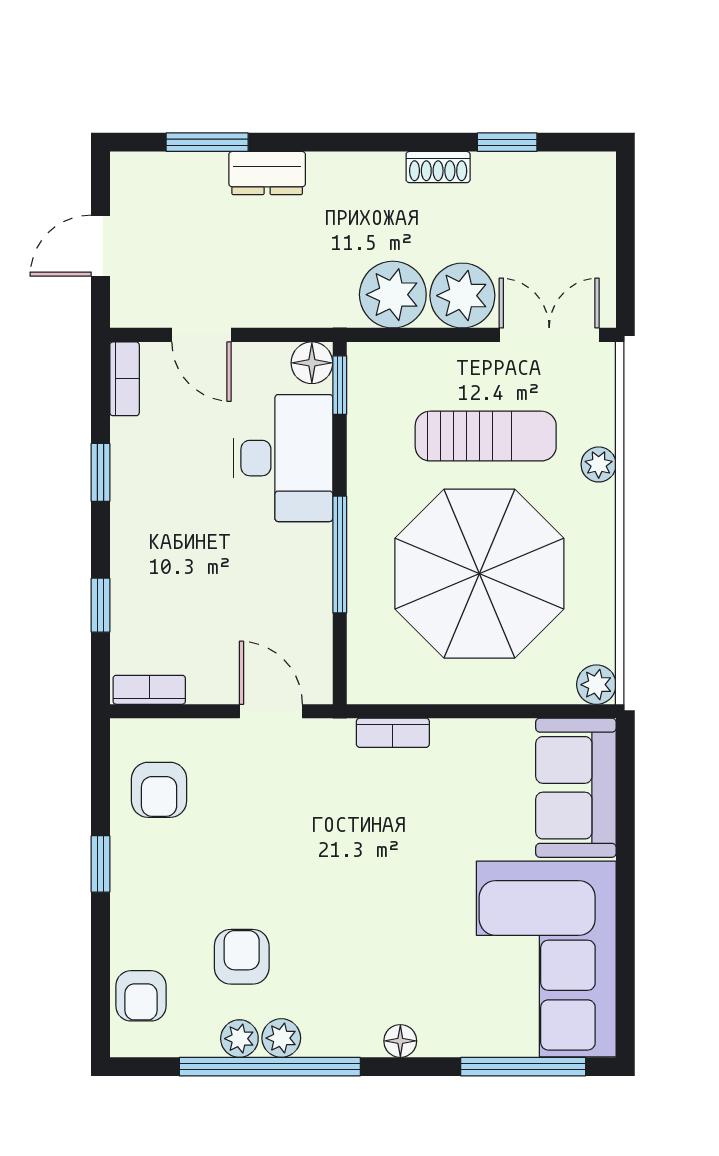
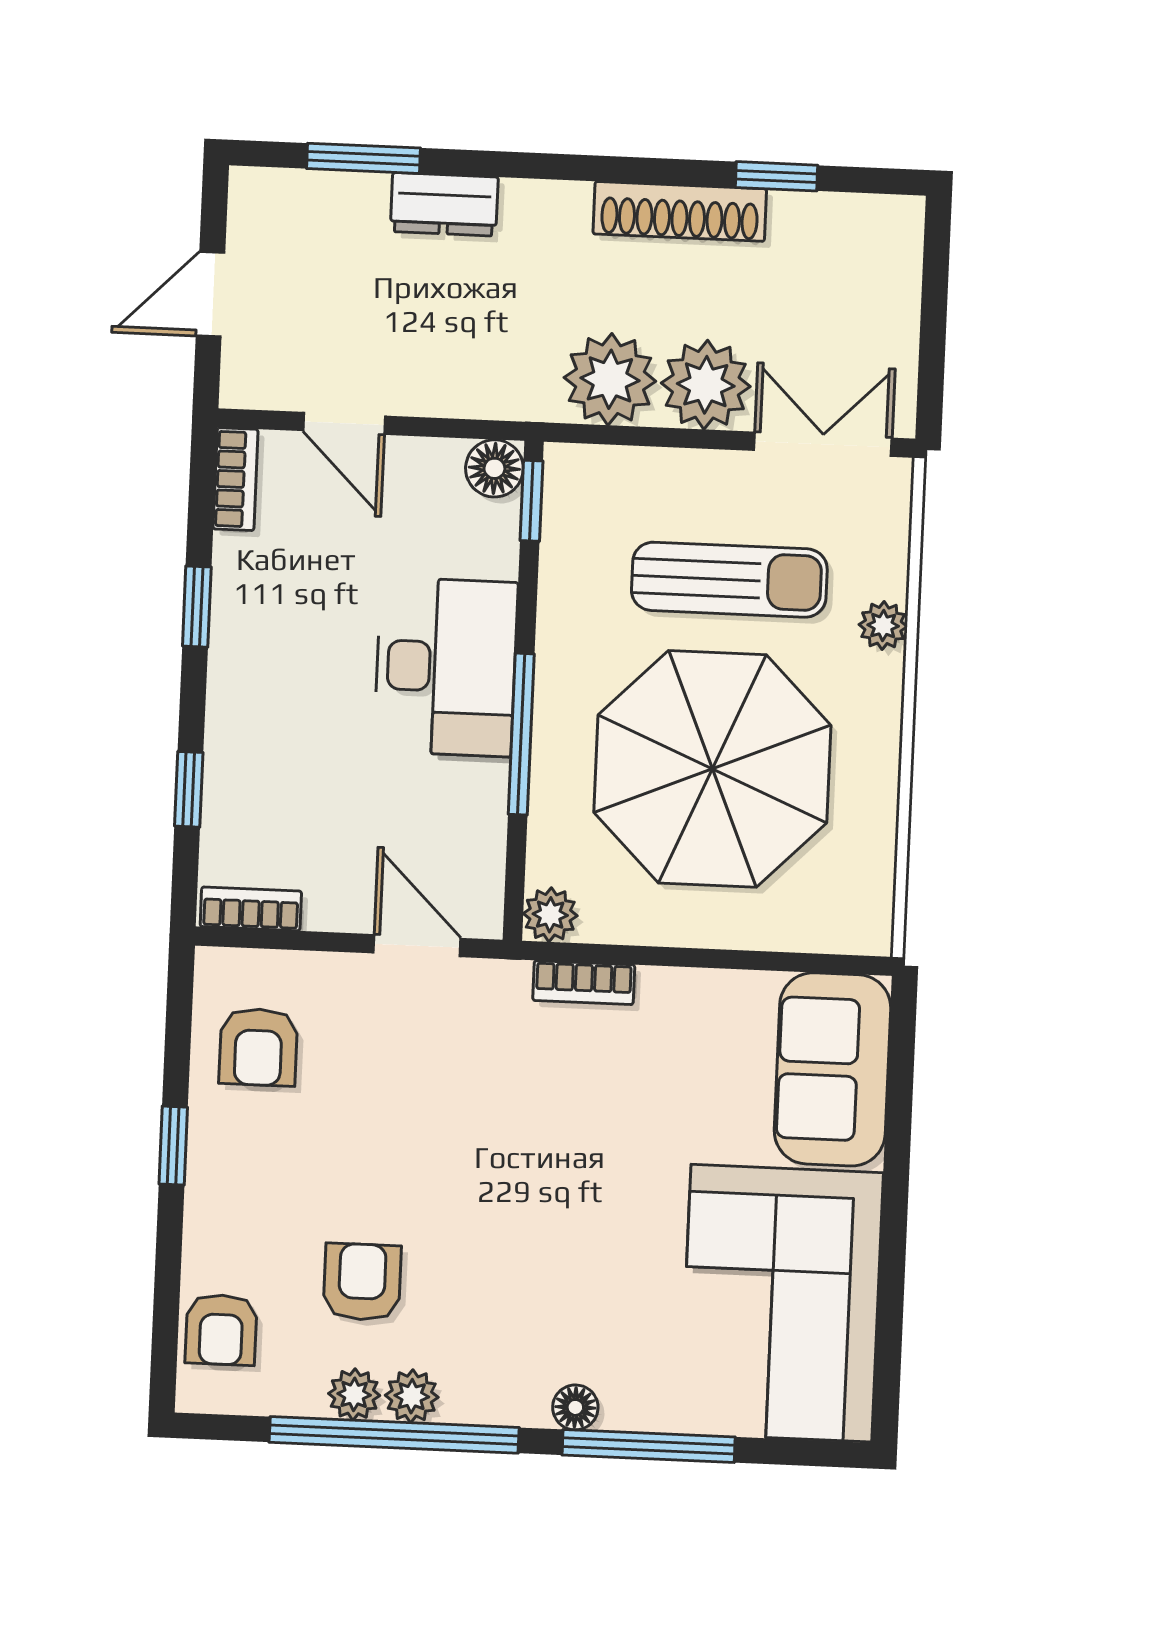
shoe rack: (438, 167) -> (680, 211), width x1.94, depth x1.24
desk: (283, 458) -> (446, 667), moved
plant: (596, 685) -> (550, 915), moved
window: (523, 1067) -> (649, 1446), moved

